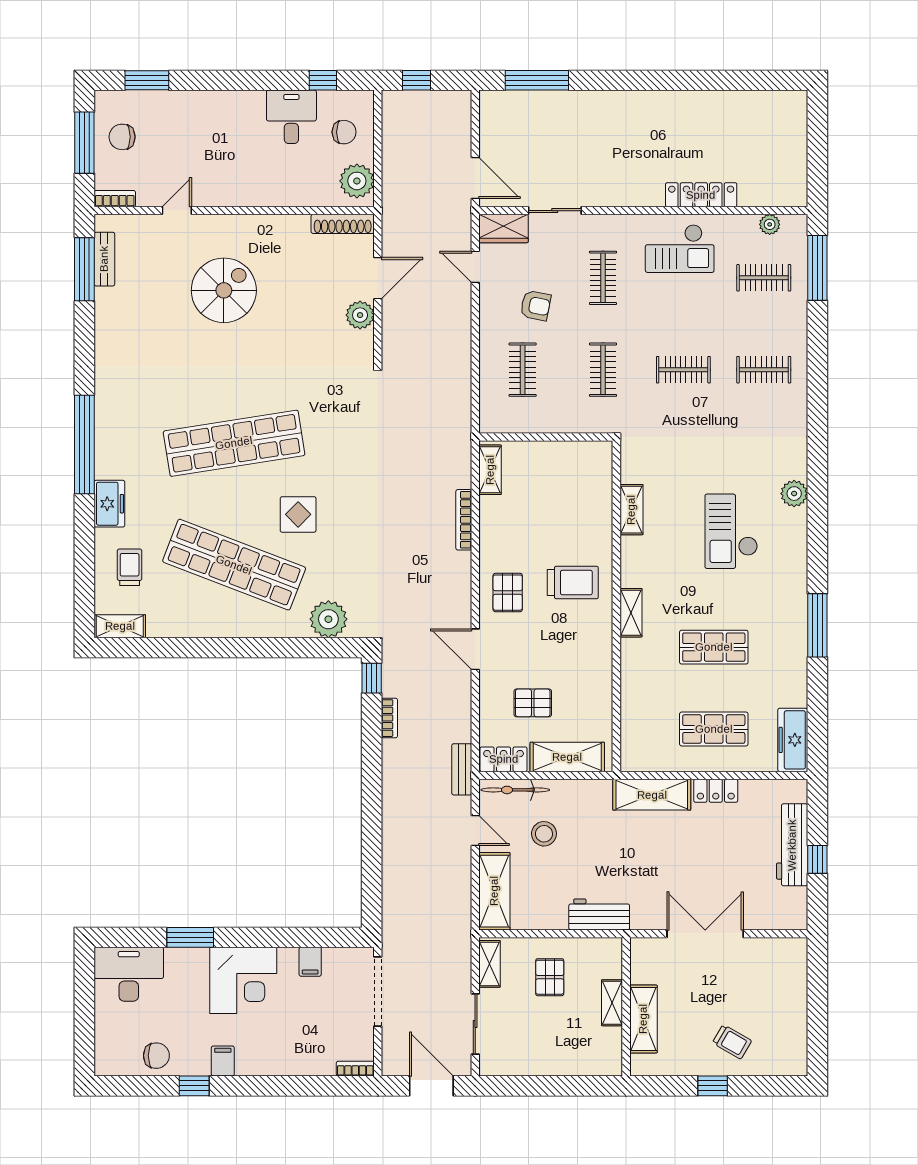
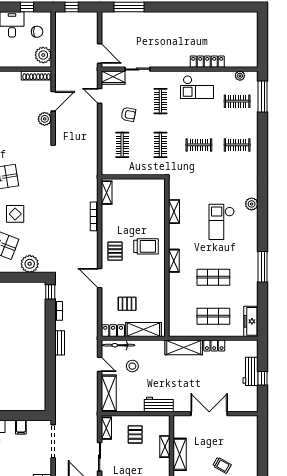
bench: (462, 769) -> (60, 343), moved
workbench: (792, 845) -> (251, 371), width x0.73

